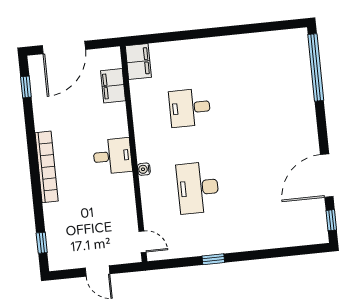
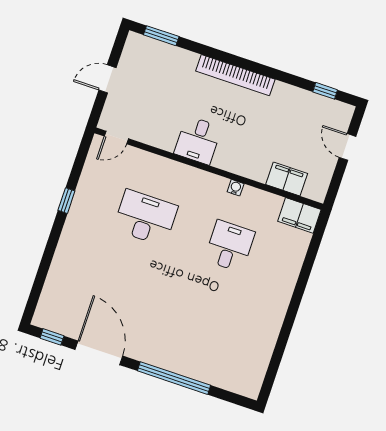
door: (64, 47) -> (348, 147), width x0.53
window: (316, 67) -> (174, 378), moved
desk: (113, 156) -> (198, 140), moved
water cooler: (144, 169) -> (236, 188), moved
window: (42, 243) -> (161, 36), width x1.50

